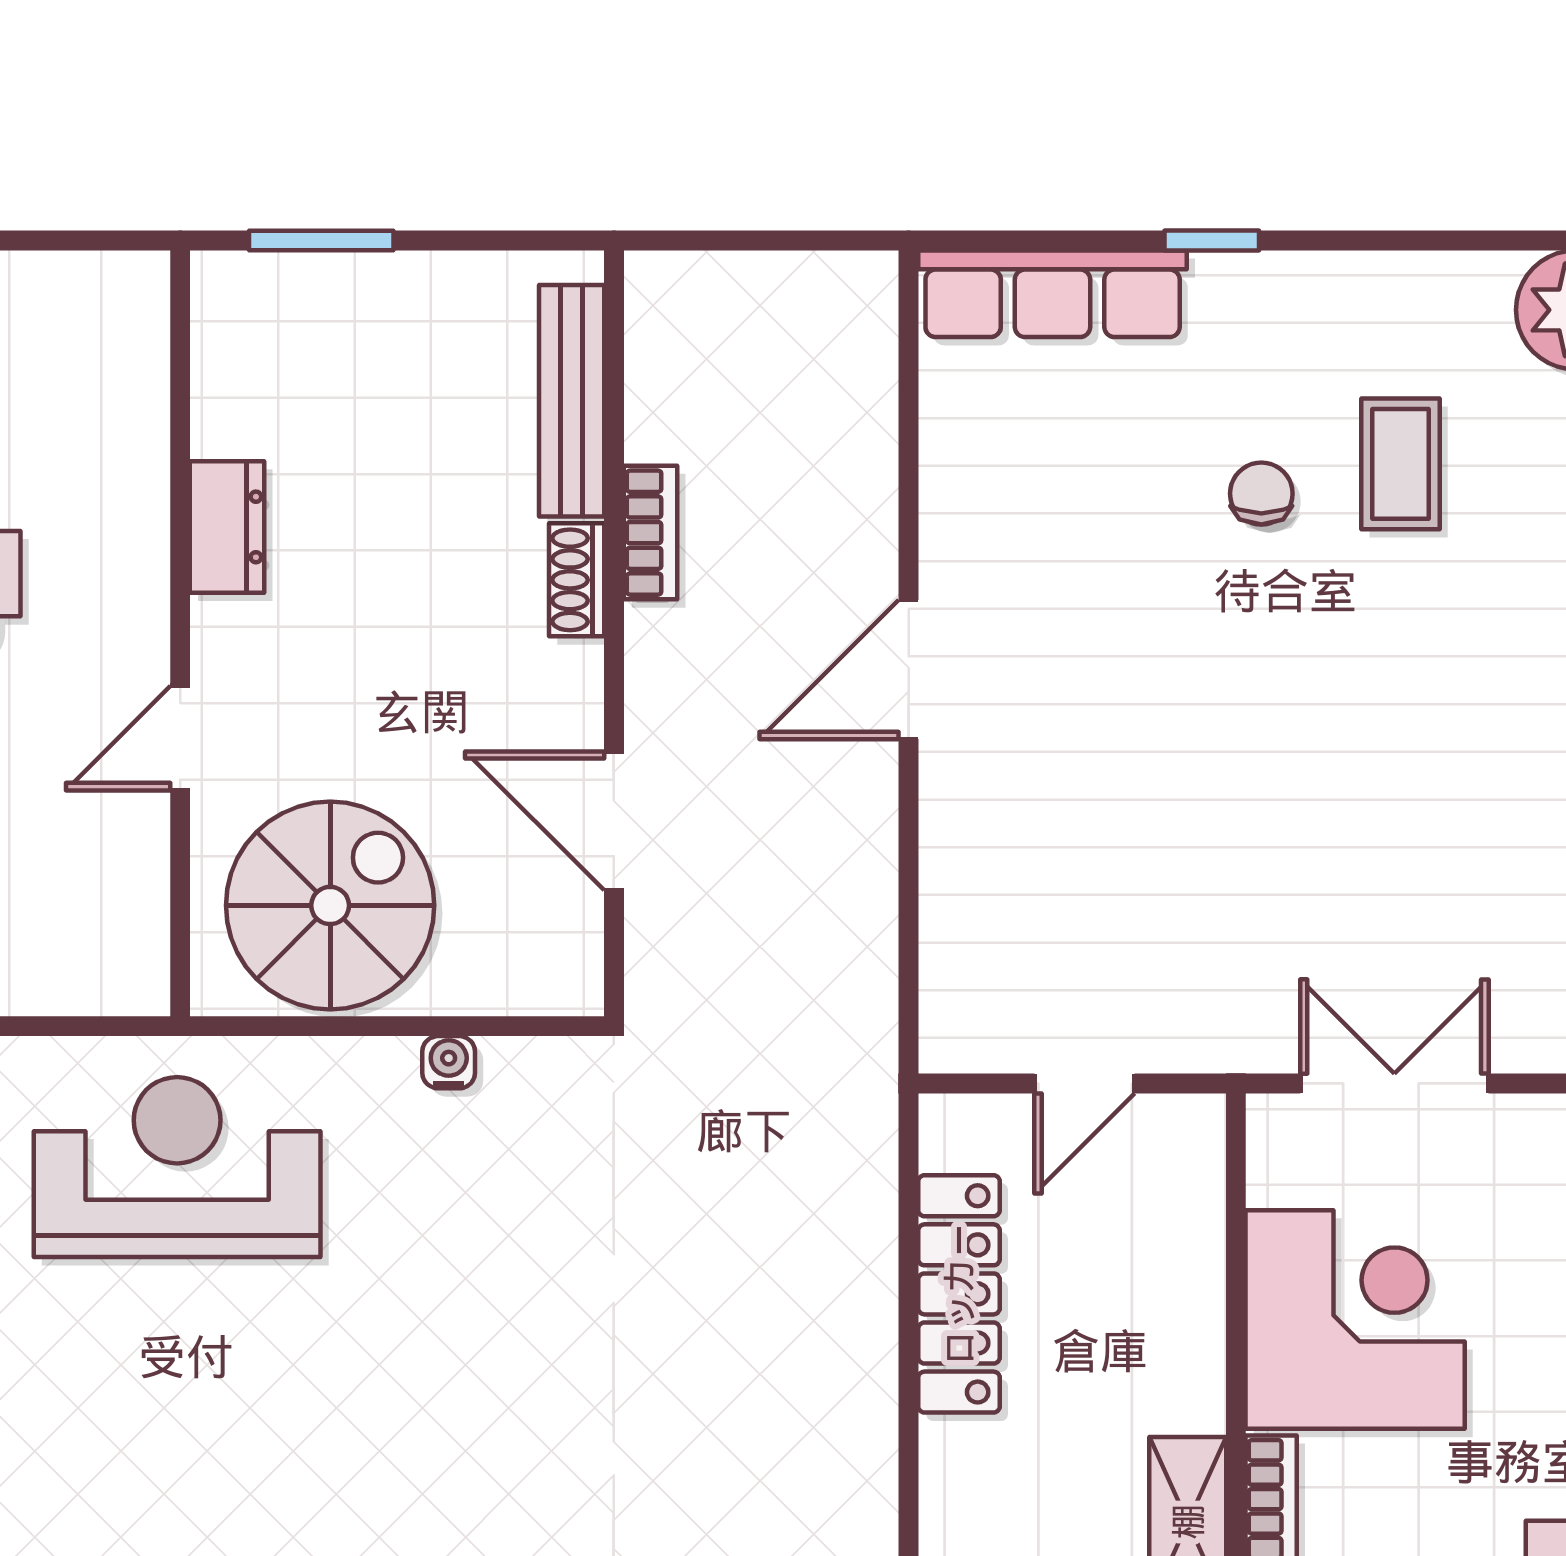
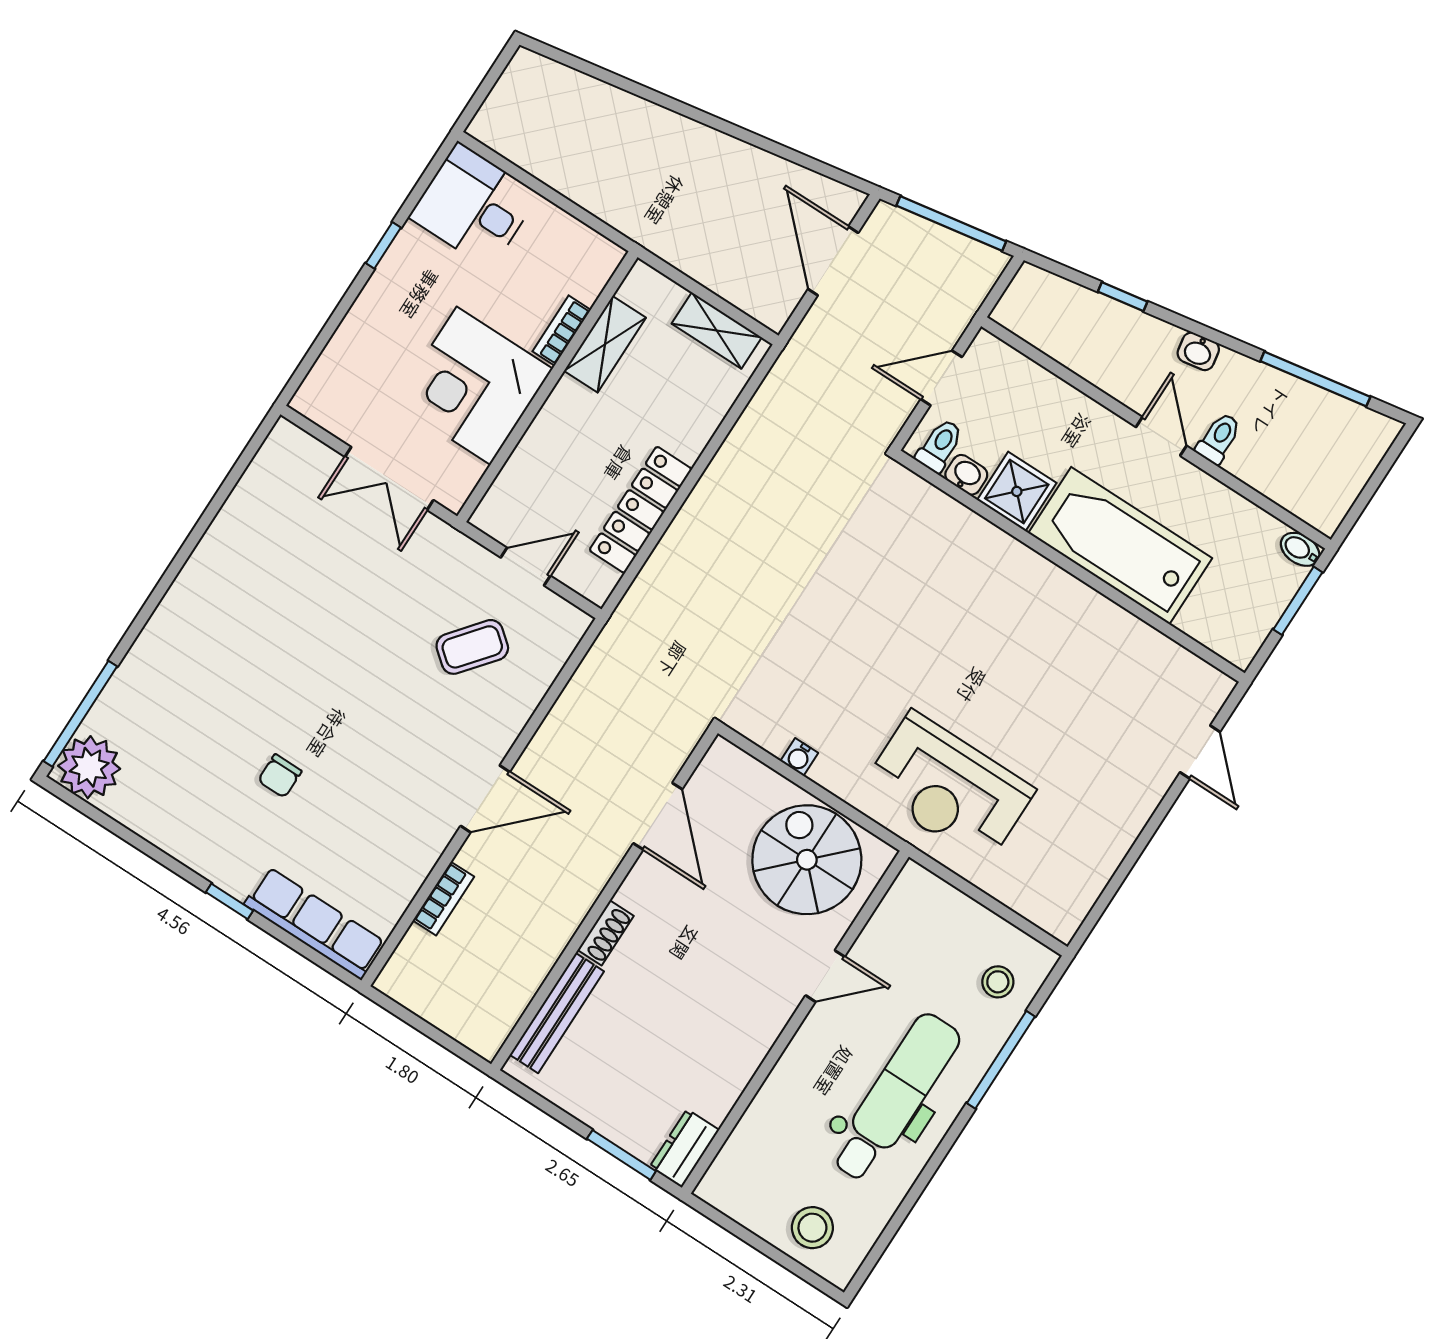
coffee table: (1400, 464) -> (472, 647), moved, turned 39
dresser: (227, 527) -> (684, 1148), moved
bookcase: (651, 533) -> (443, 899), moved, turned 180
spiral stairs: (330, 905) -> (807, 860), turned 90

